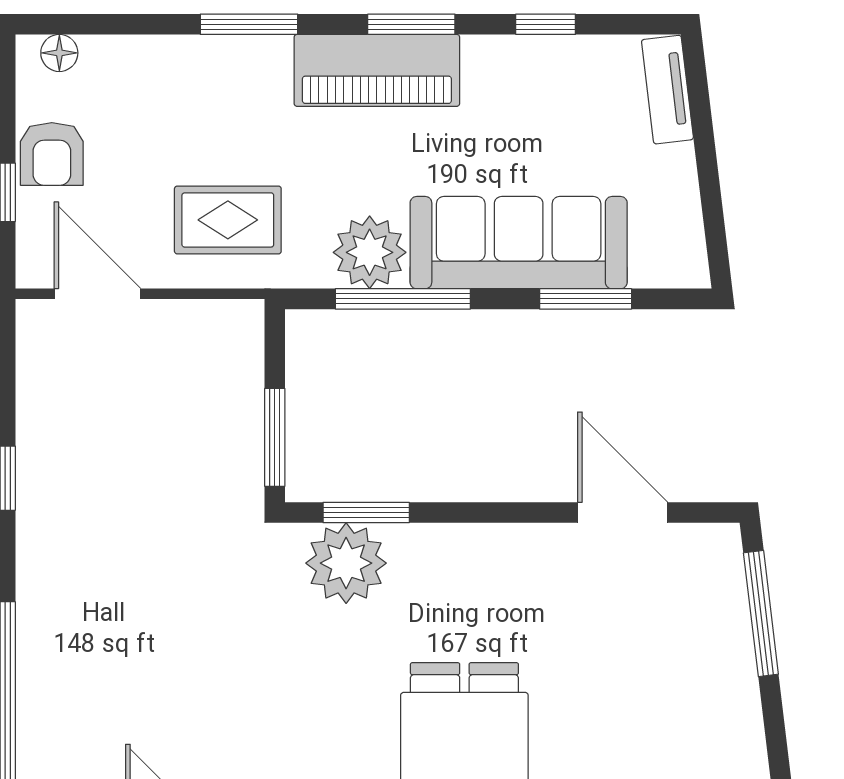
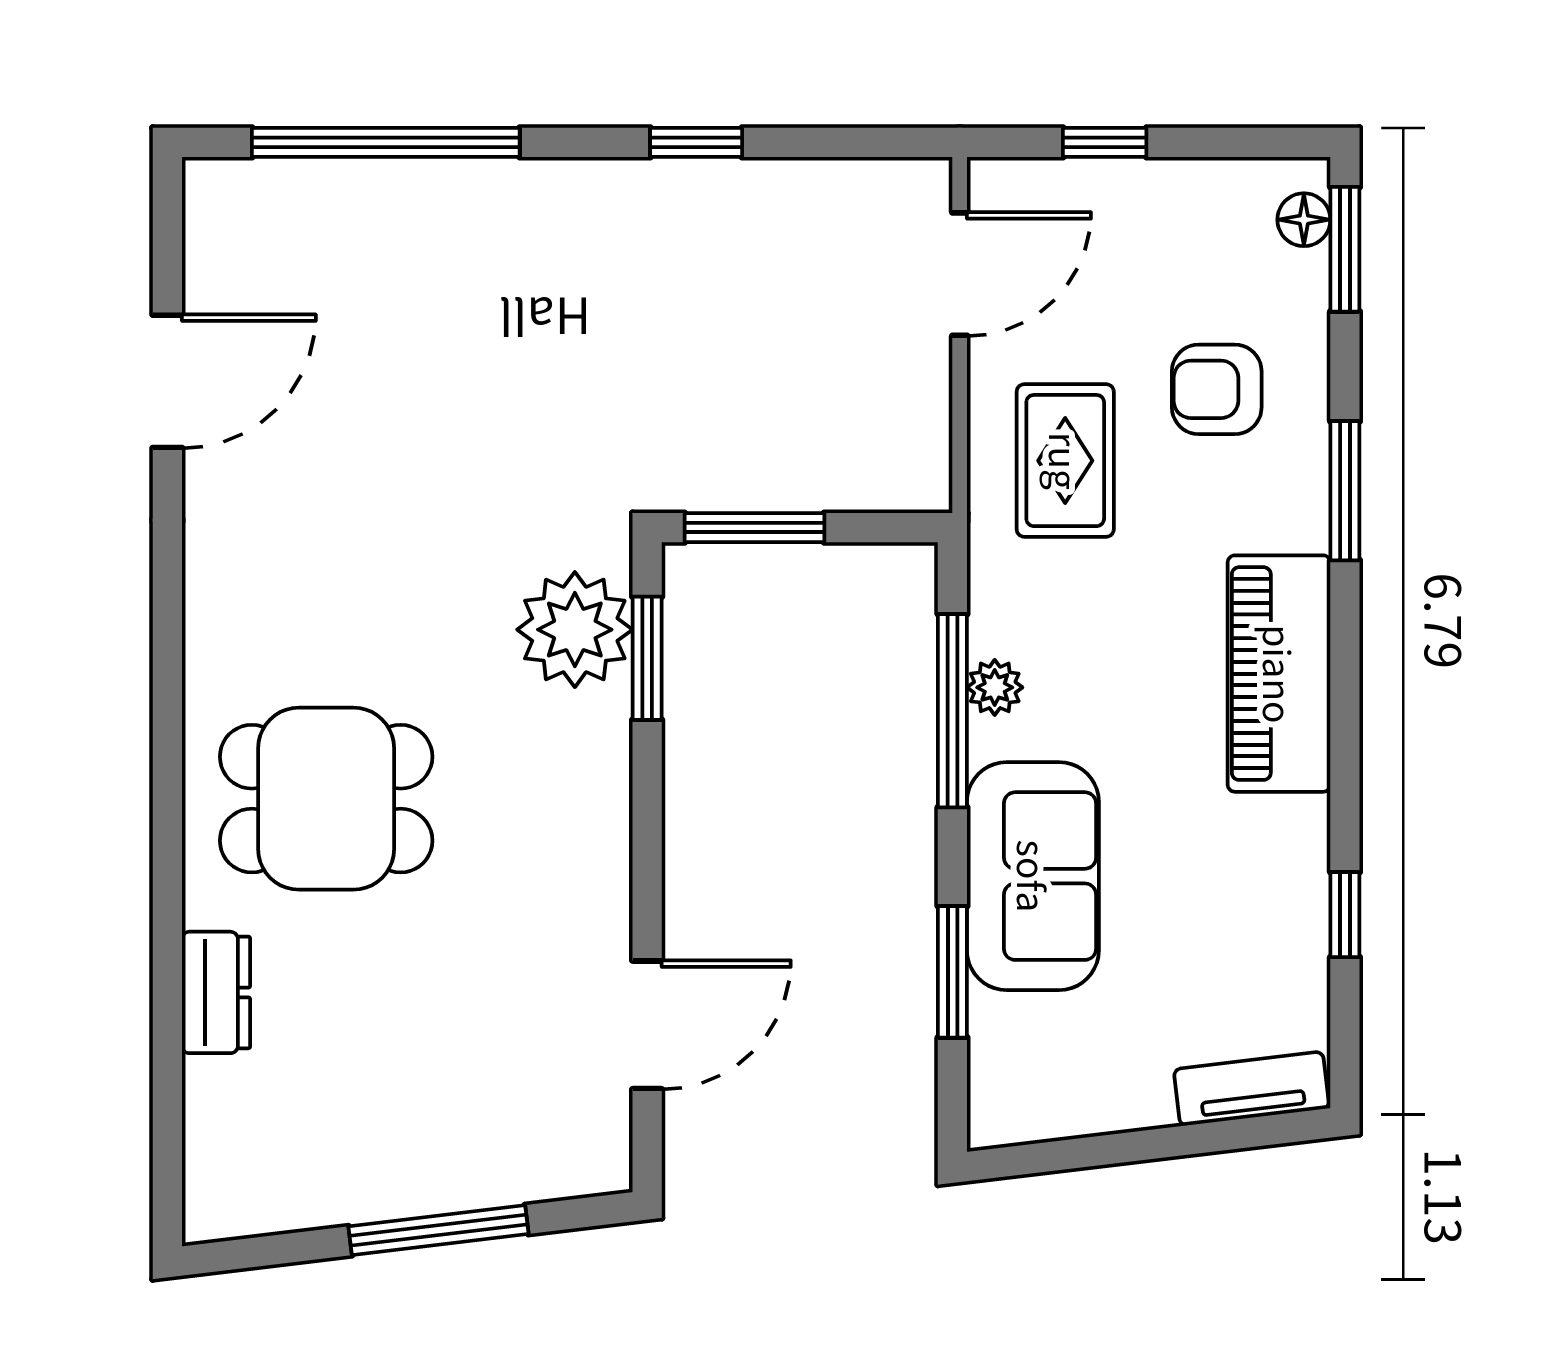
window: (411, 24) -> (1345, 249), moved
armchair: (52, 154) -> (1217, 389), moved
sofa: (519, 243) -> (1033, 876), width x0.73
plant: (370, 252) -> (995, 687), width x0.53, depth x0.53
window: (761, 614) -> (438, 1230), moved

